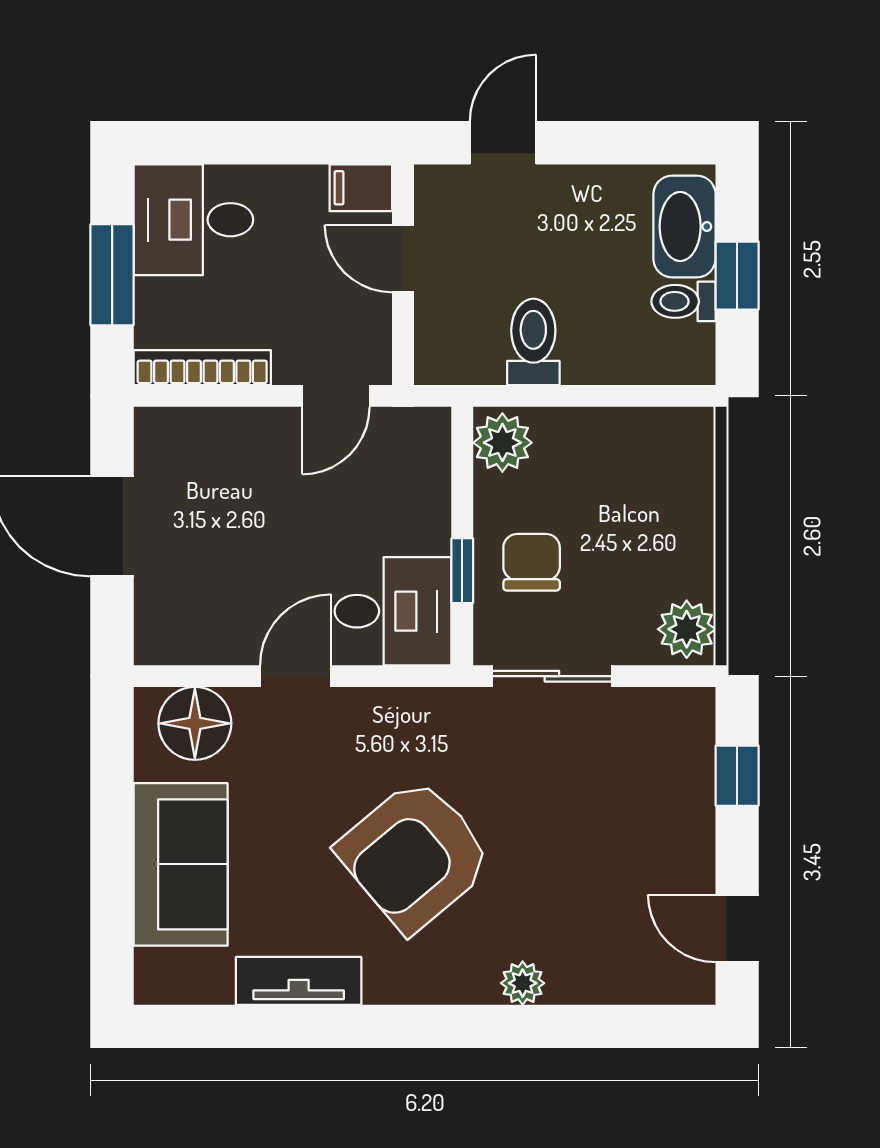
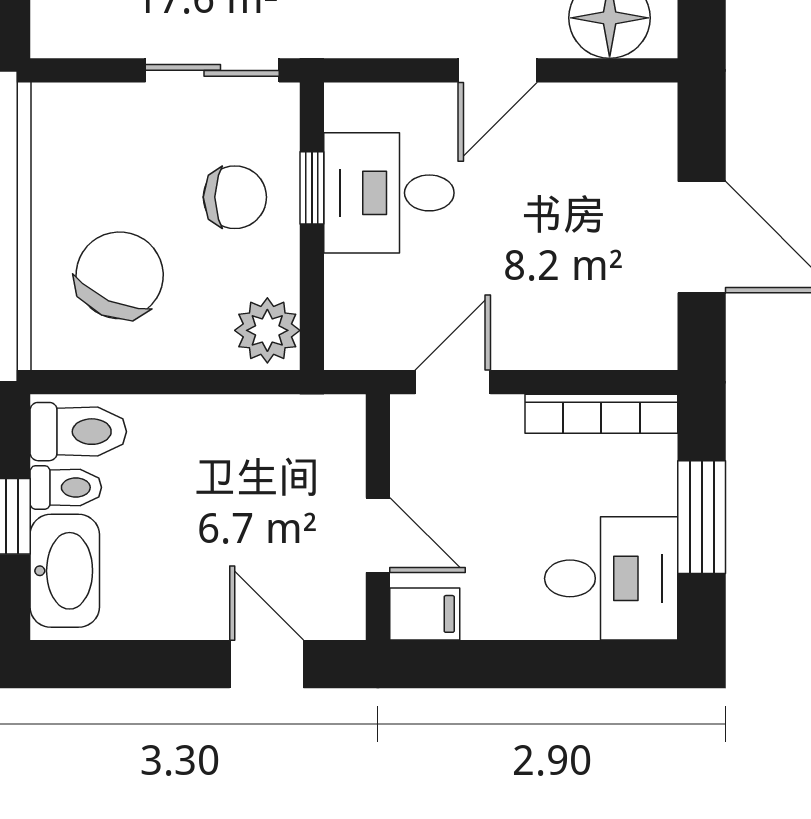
door: (503, 143) -> (267, 664), swing flipped
toilet: (533, 342) -> (78, 432), moved, turned -90
chair: (635, 492) -> (120, 275), added
chair: (532, 562) -> (235, 197), turned -90
desk: (393, 611) -> (389, 193), moved
plant: (687, 629) -> (62, 123), removed

